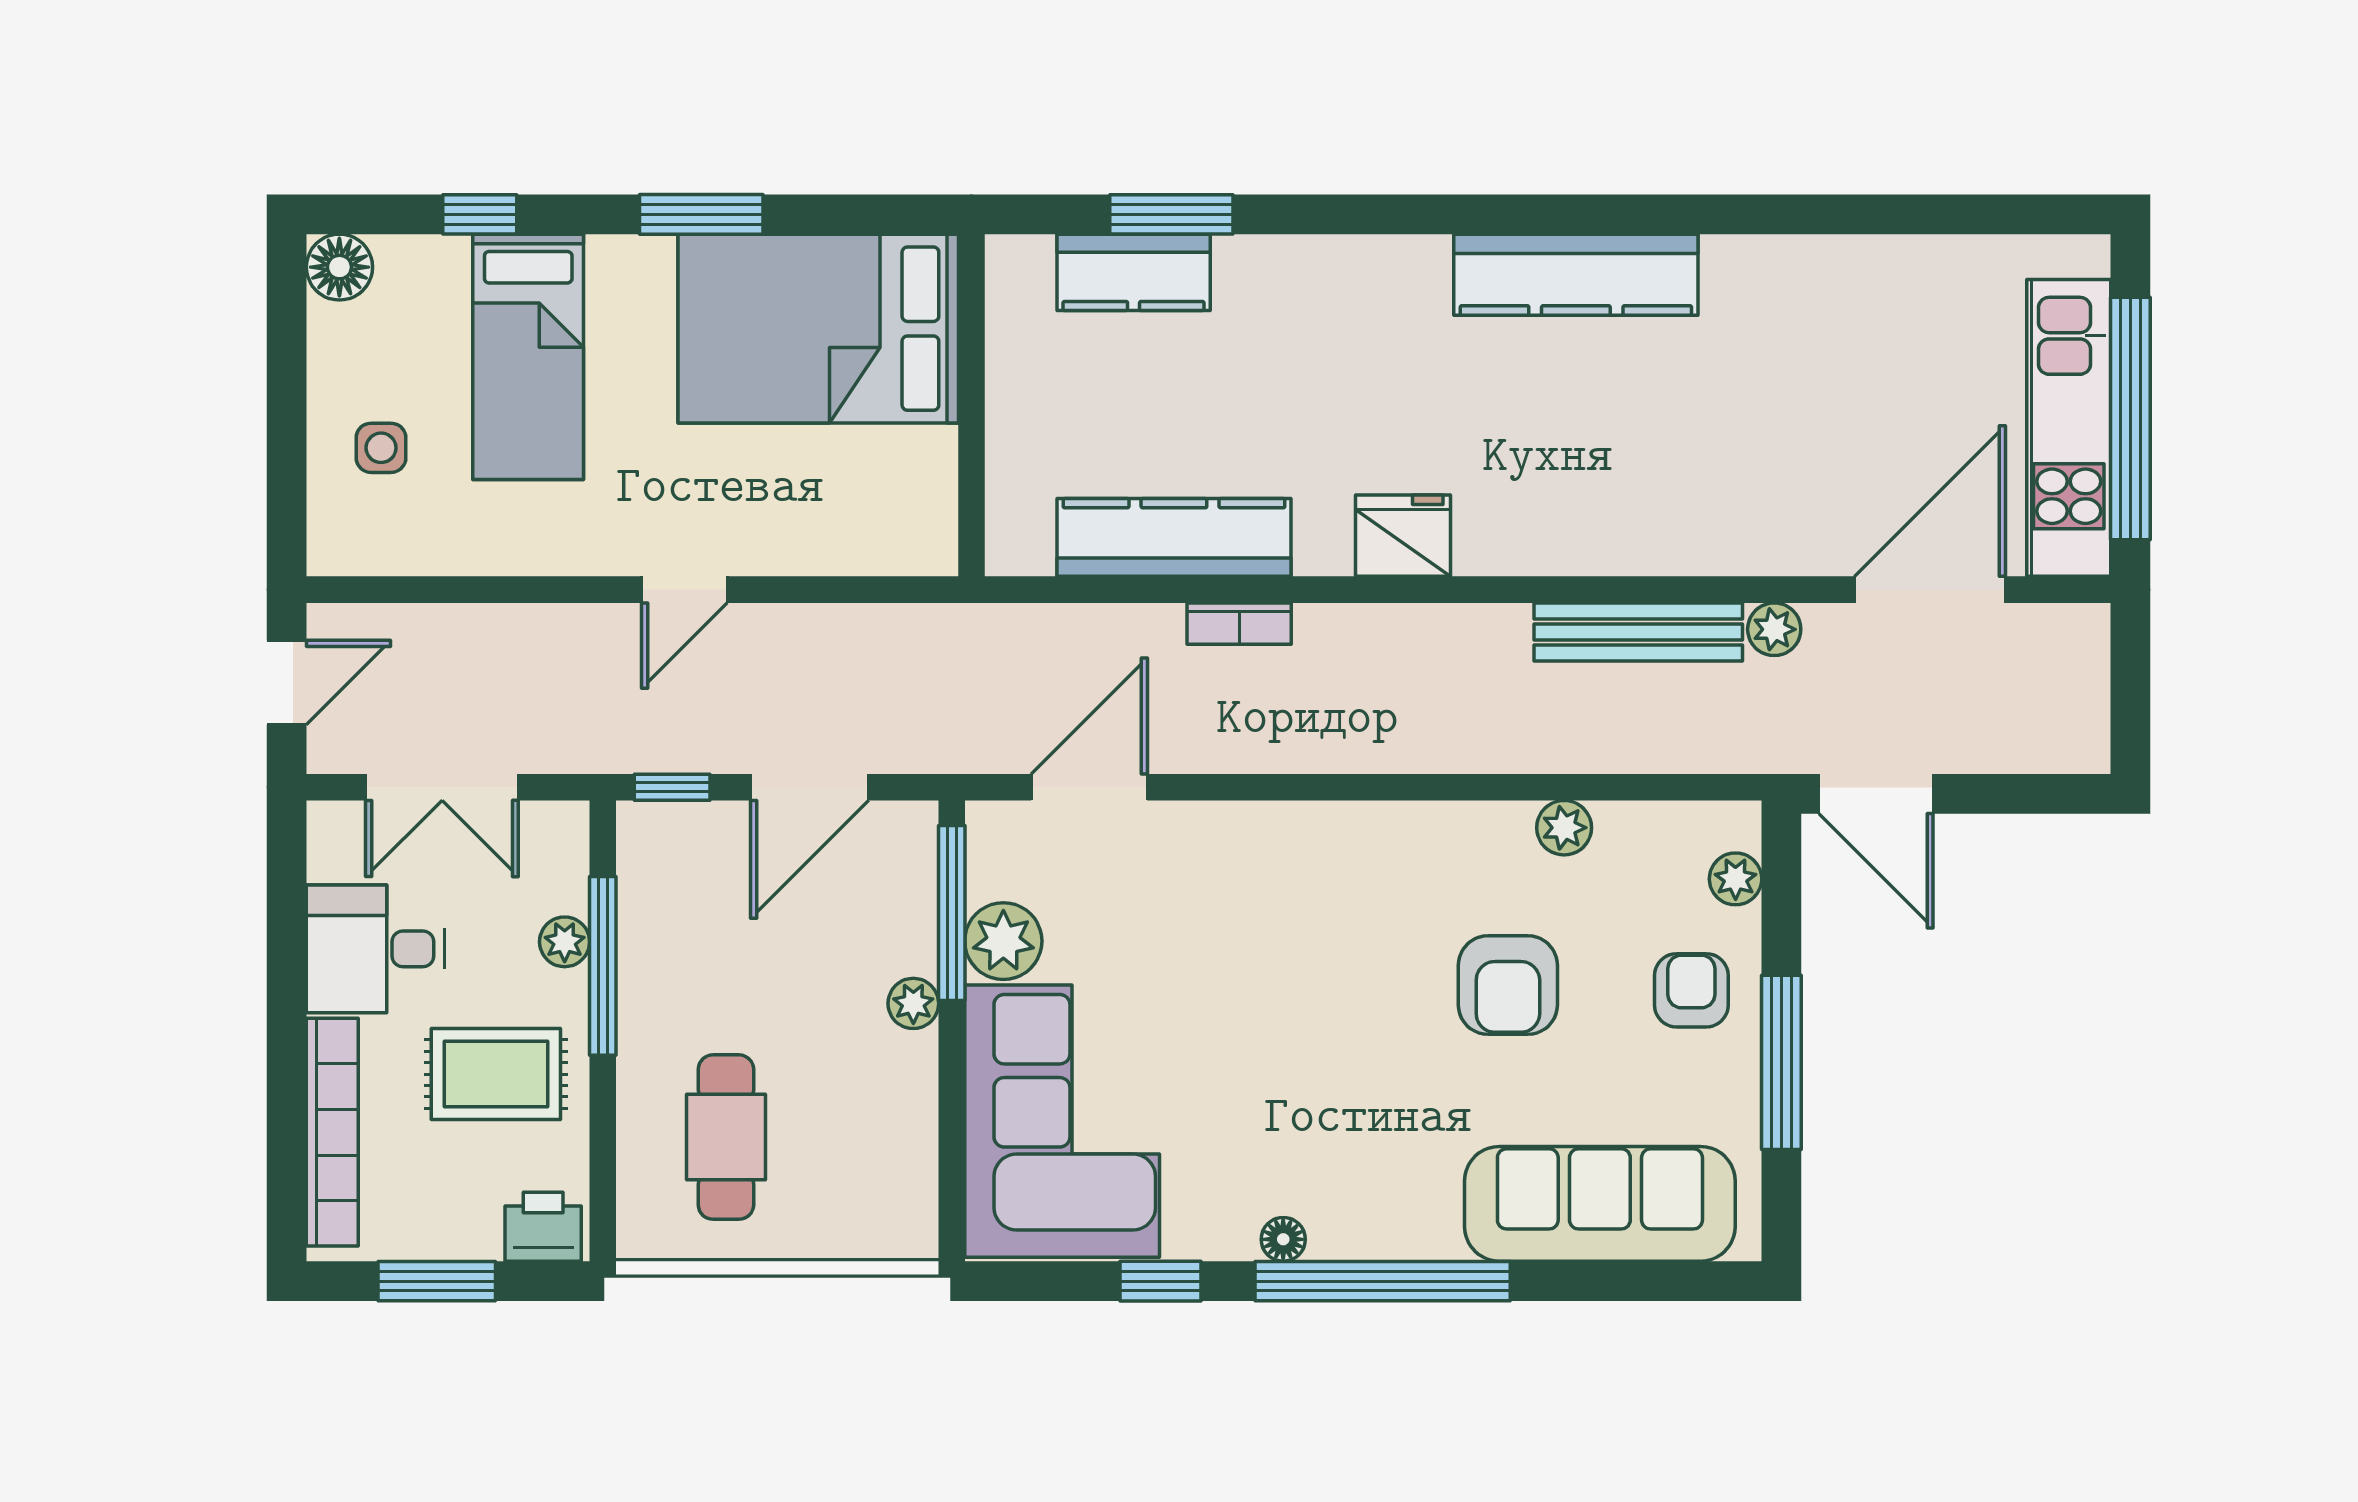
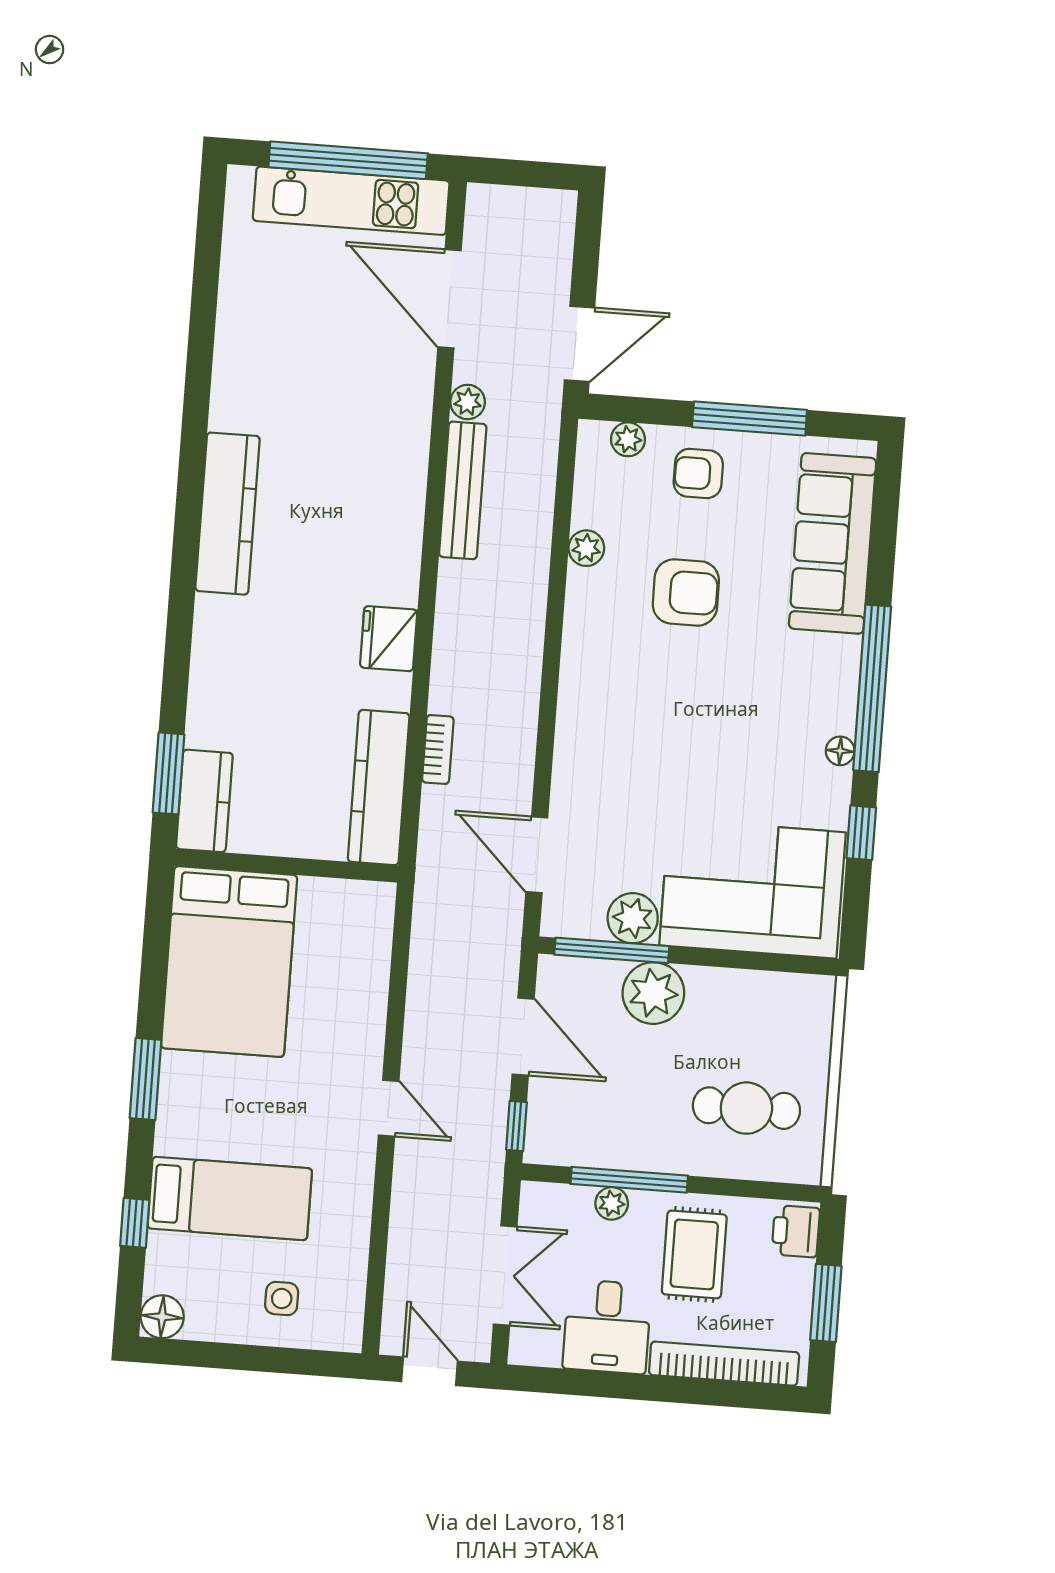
bed: (818, 329) -> (229, 962), moved
wall: (971, 405) -> (286, 866), moved
plant: (913, 1003) -> (653, 993), width x1.87, depth x1.87

